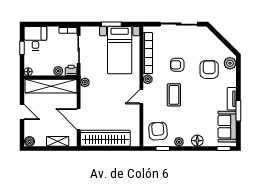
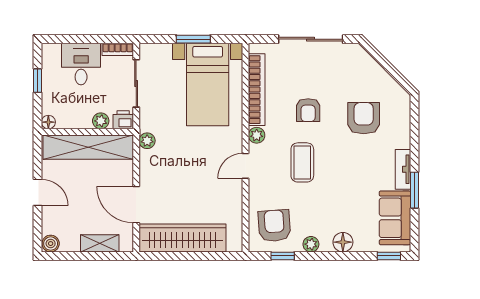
desk: (35, 38) -> (81, 64), moved
plant: (230, 63) -> (400, 107), removed
armchair: (177, 65) -> (308, 110), turned -90

